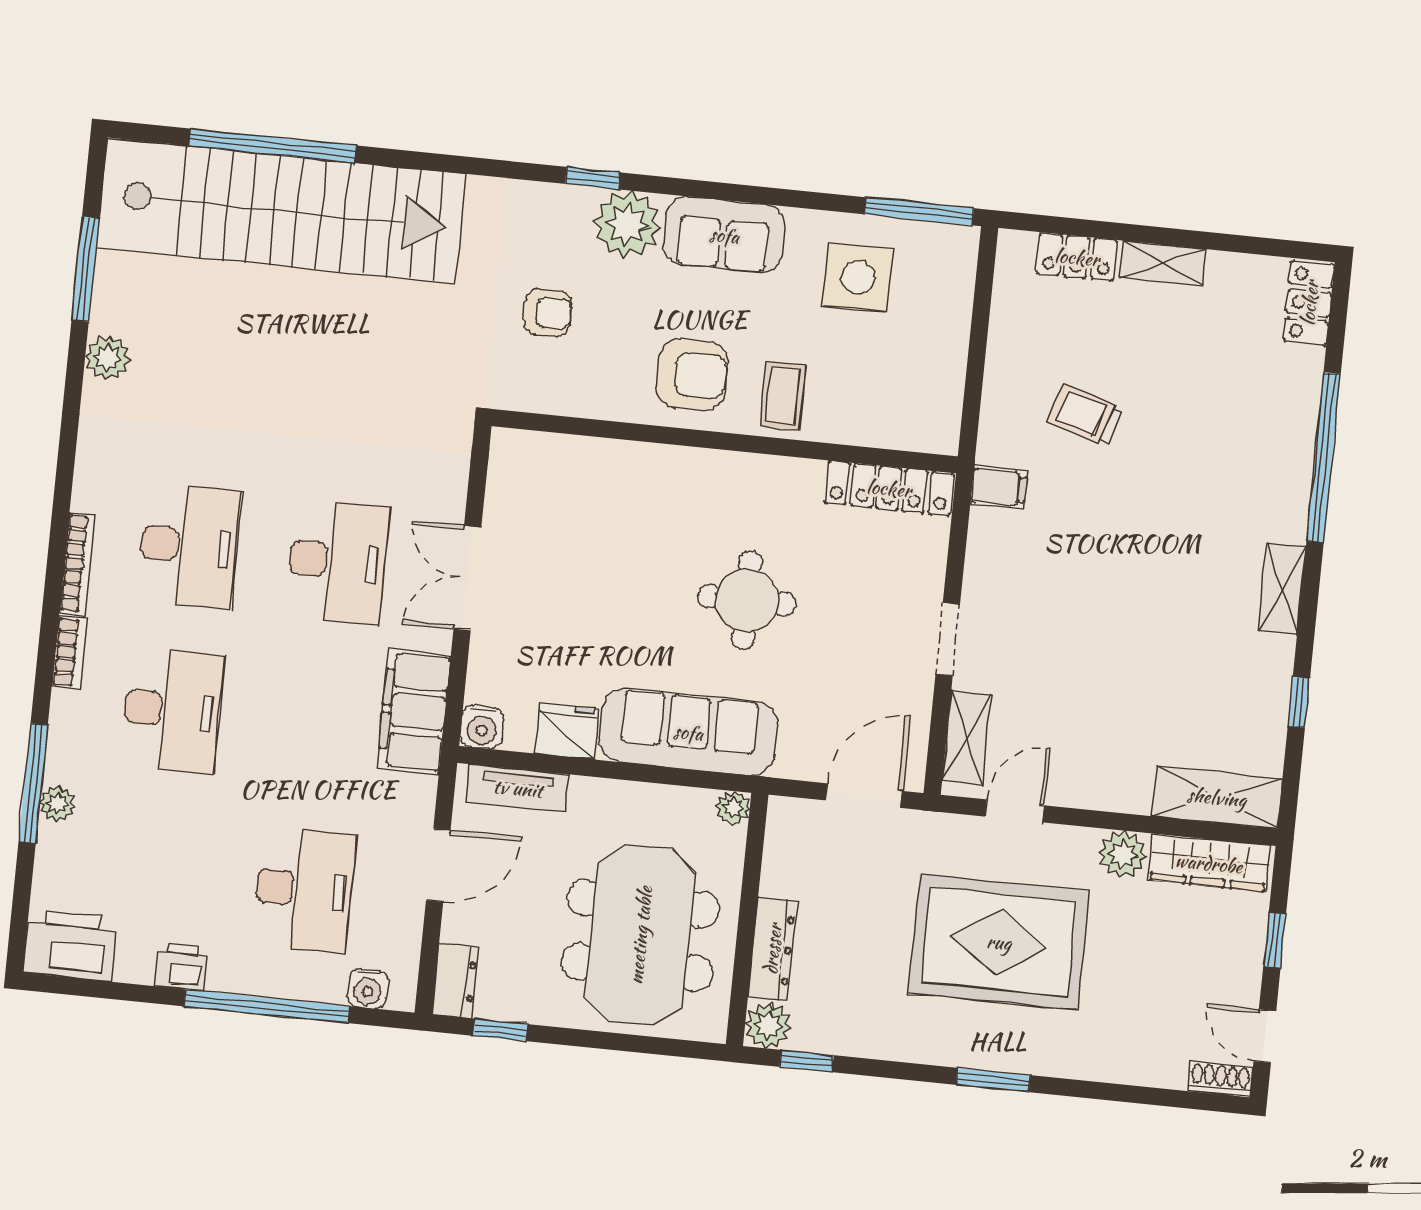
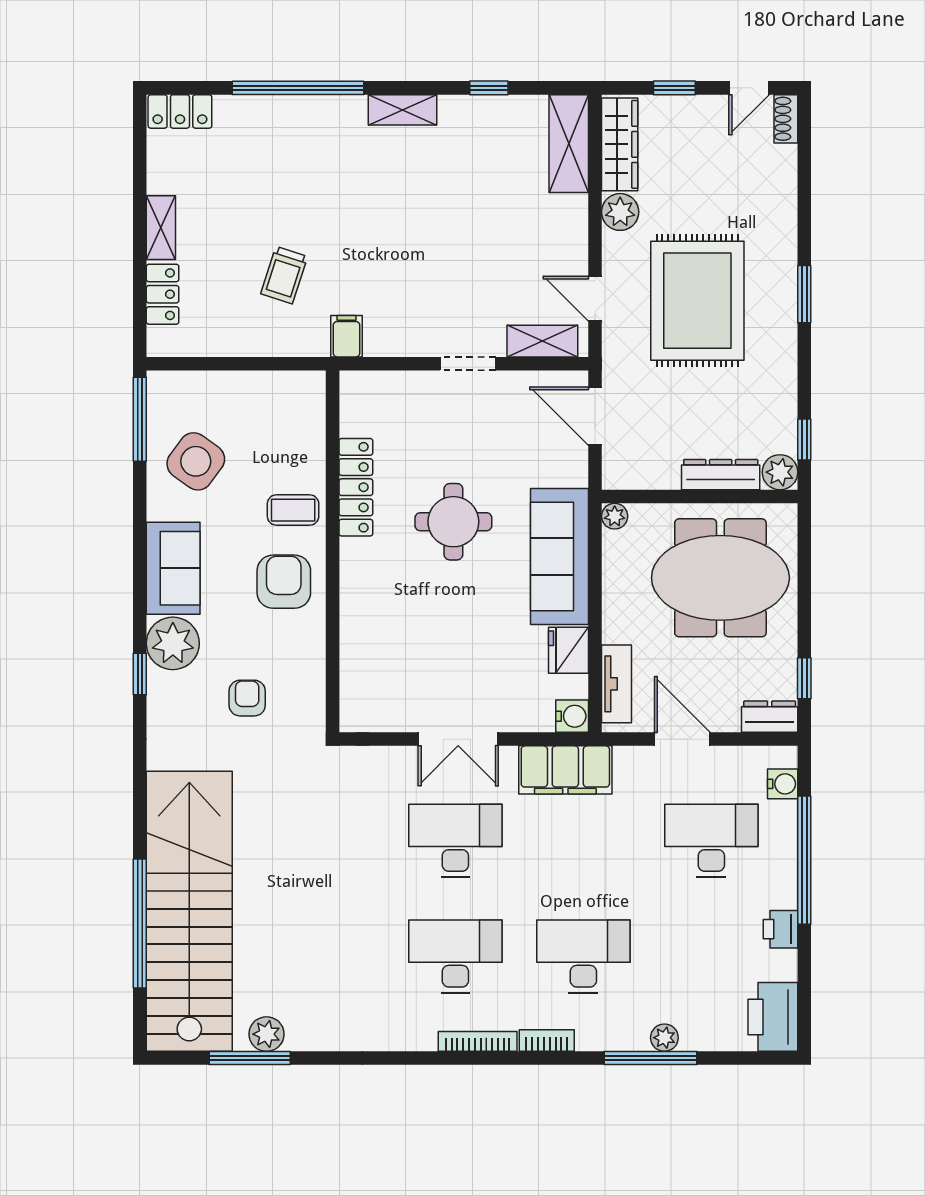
side table: (858, 278) -> (196, 461), turned 36
plant: (108, 358) -> (267, 1034), moved
locker: (889, 488) -> (356, 487), moved

